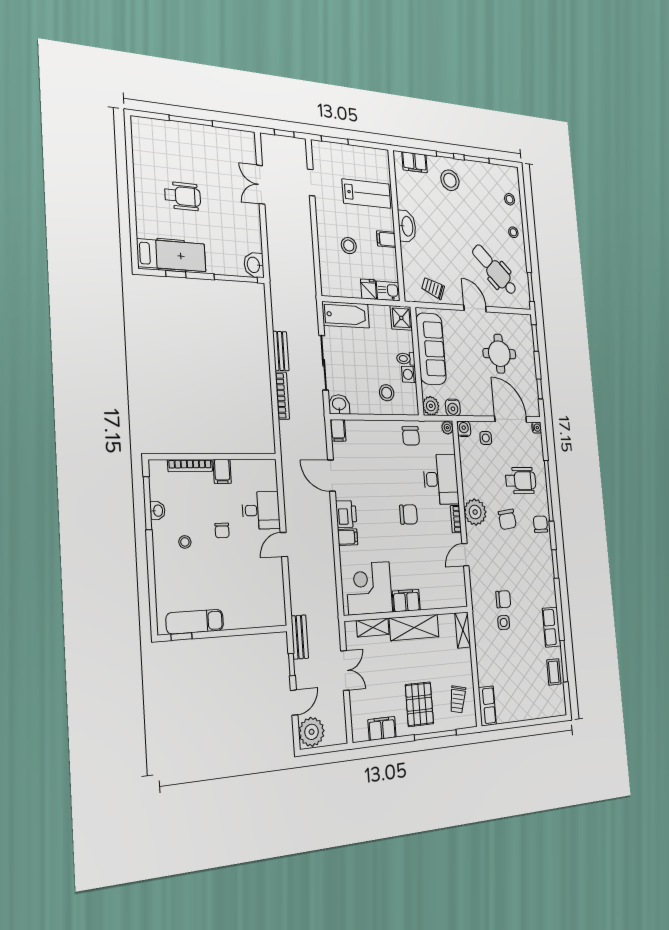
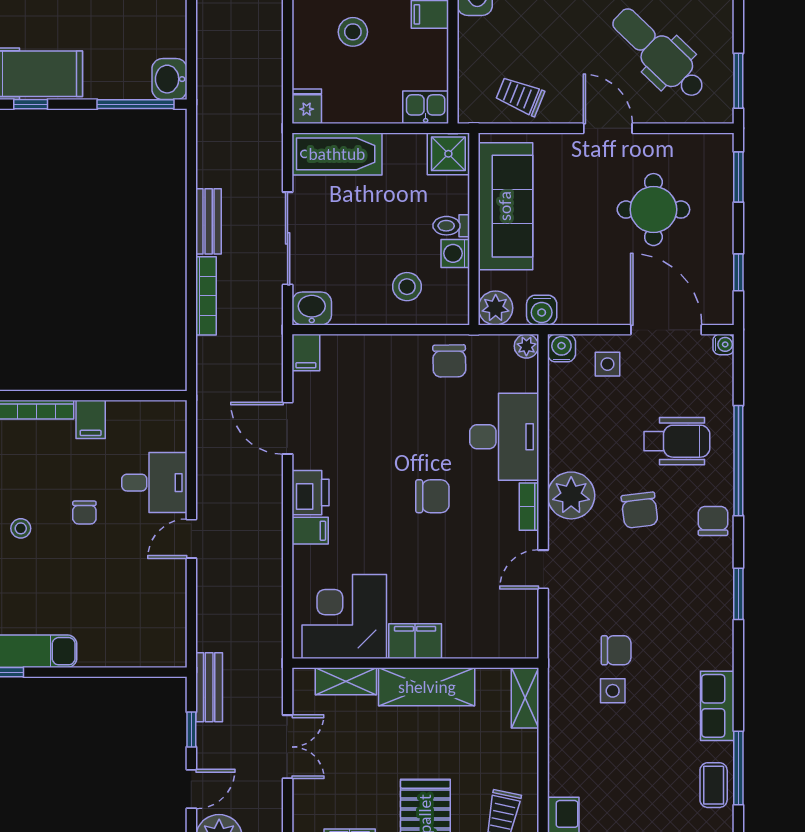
fridge: (368, 289) -> (307, 106), moved

